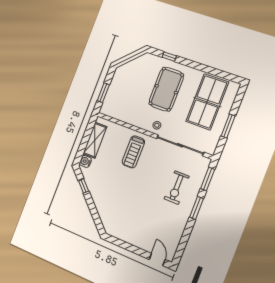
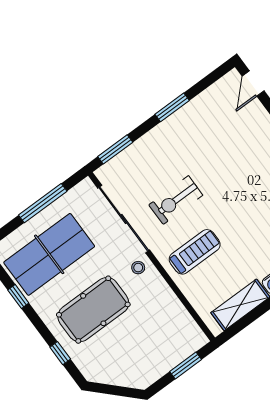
window: (209, 70) -> (18, 297), added
window: (228, 126) -> (43, 203), width x1.44
exercise bike: (177, 188) -> (176, 200), moved, turned 180
window: (196, 208) -> (172, 107), moved

